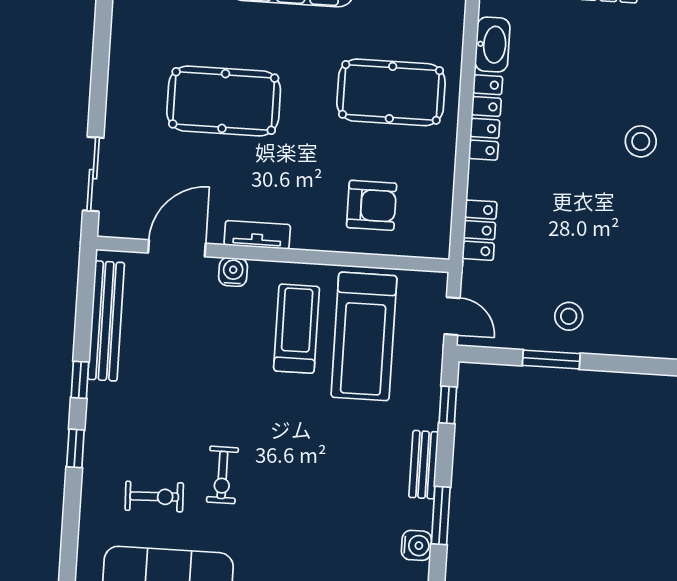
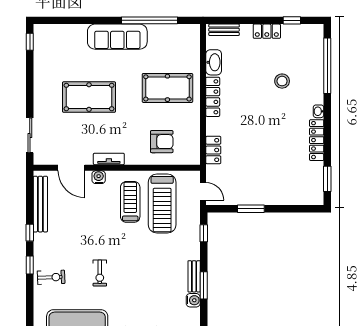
stool: (641, 141) -> (282, 81), moved
door: (177, 248) -> (71, 168), swing flipped
stool: (569, 316) -> (258, 188), removed
bench: (424, 465) -> (194, 276), moved
exercise bike: (154, 497) -> (51, 277), moved

